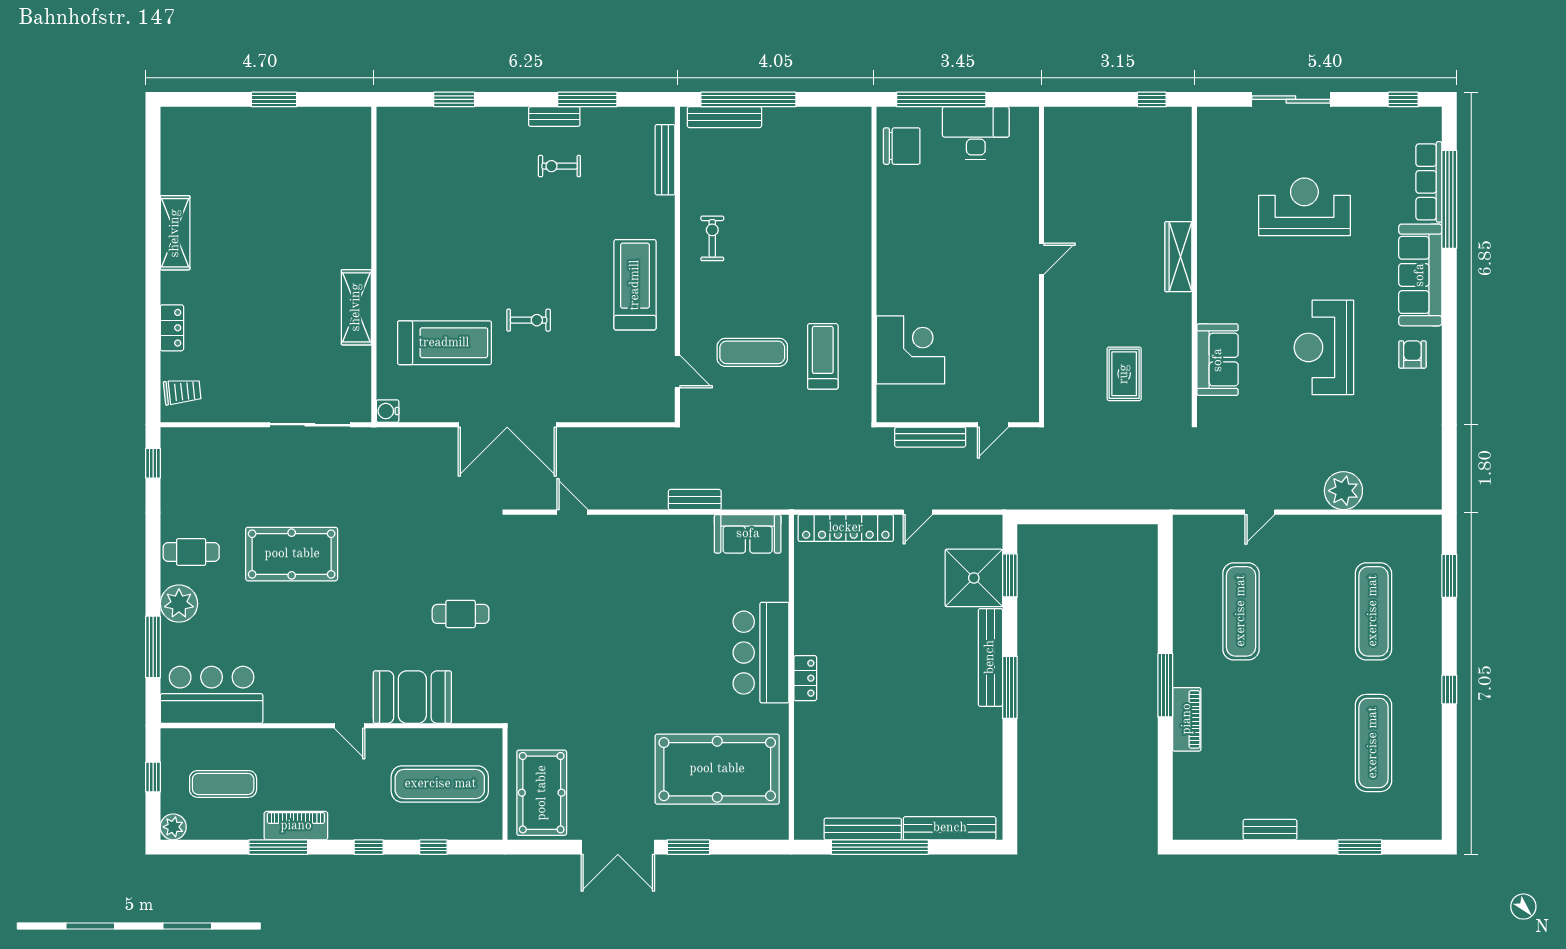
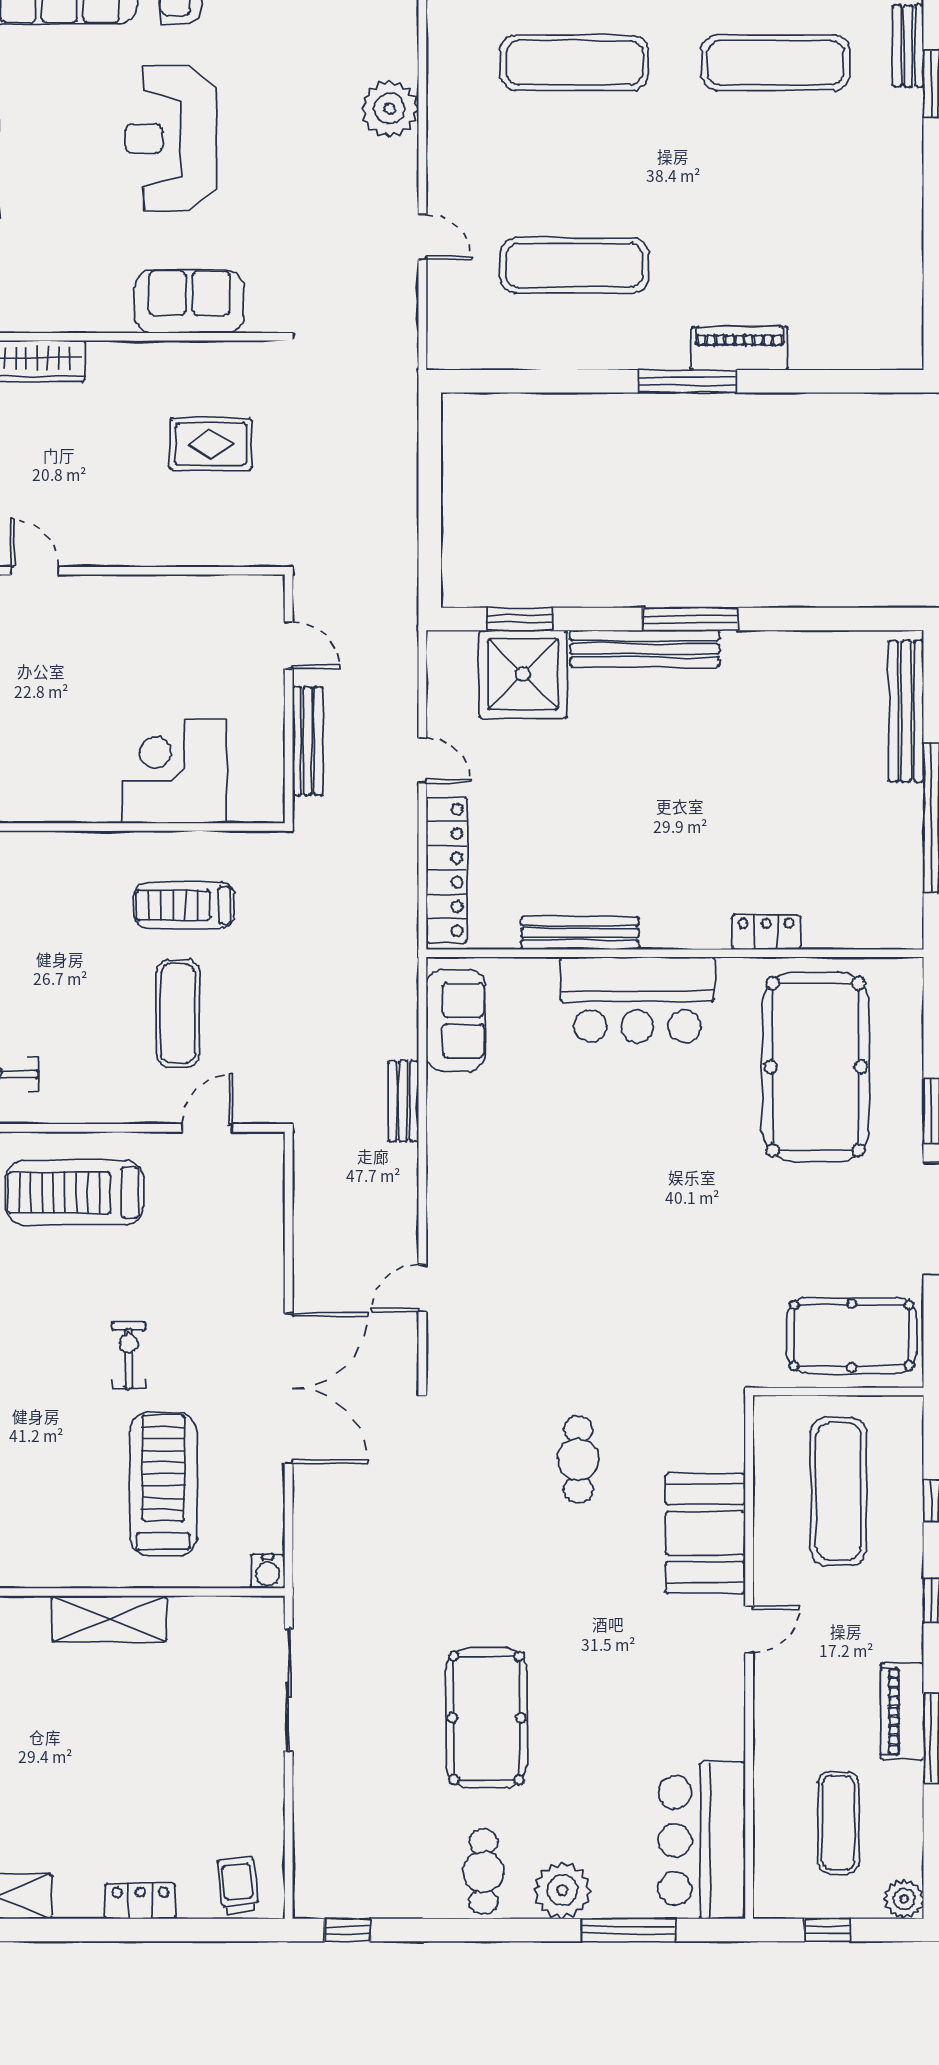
reception desk: (1324, 347) -> (170, 139), turned 90
locker: (805, 678) -> (766, 932), moved
bench: (863, 829) -> (580, 933), moved, turned 90
bench: (1270, 830) -> (908, 46), moved

